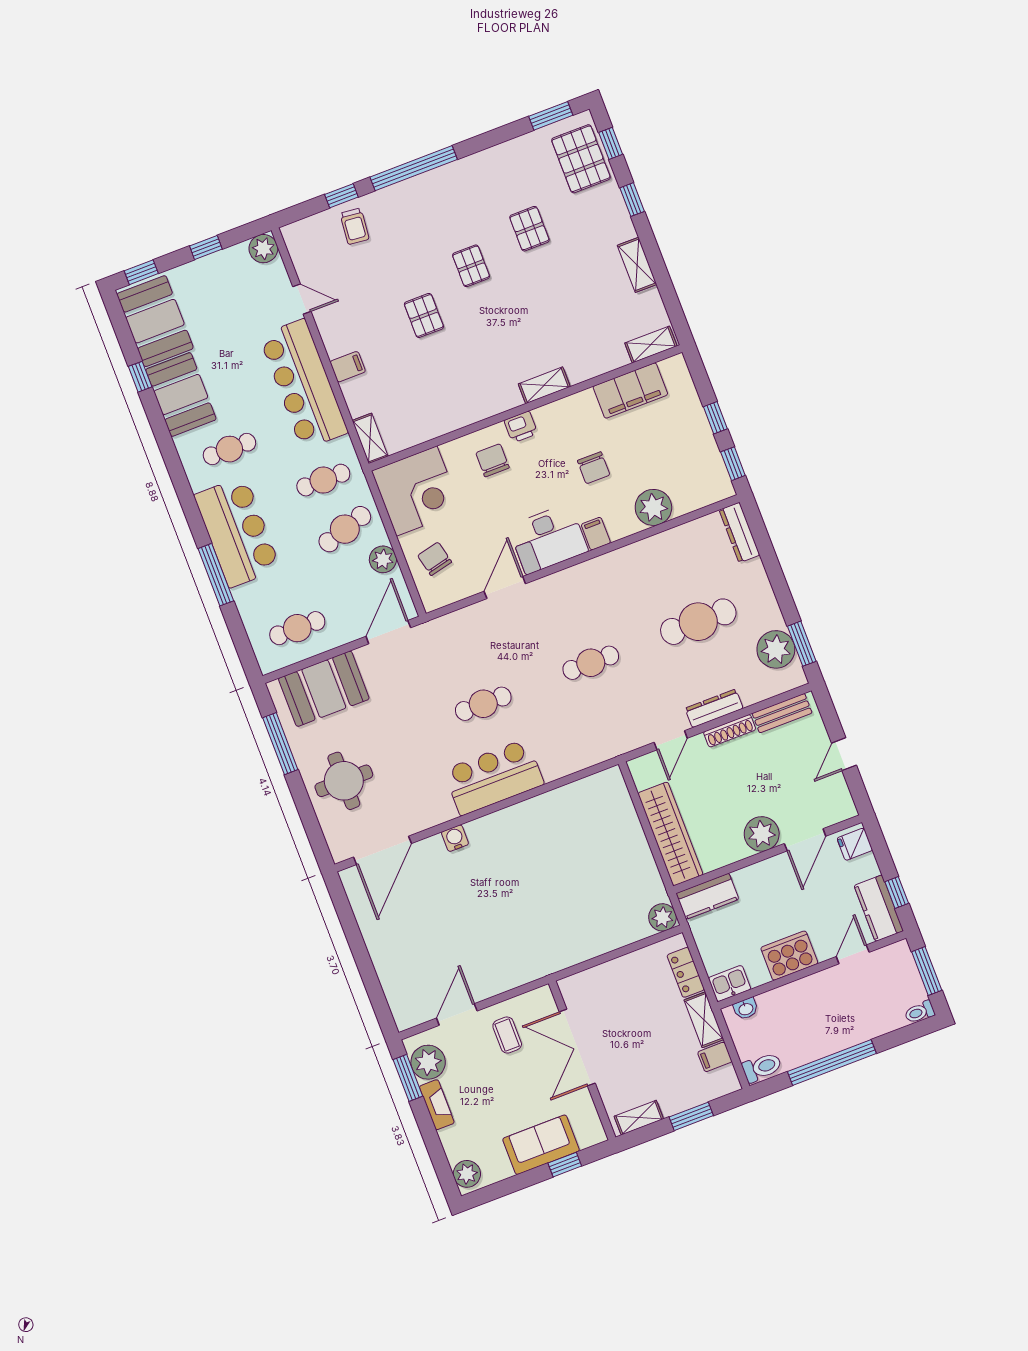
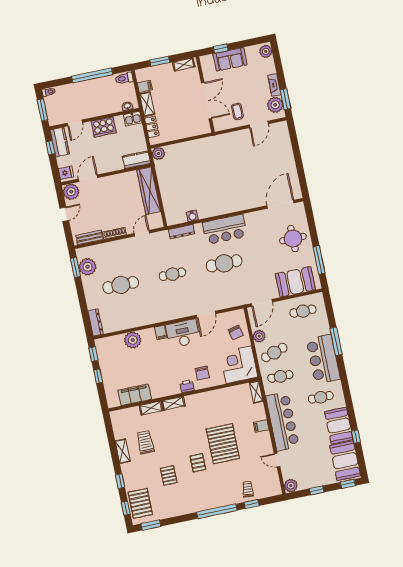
trolley: (591, 292) -> (145, 442), added
pallet: (424, 315) -> (223, 444), width x2.05, depth x2.00
shelving: (651, 344) -> (151, 408), moved
chair: (594, 468) -> (157, 362), removed
cafe table: (483, 704) -> (224, 263), width x1.37, depth x1.35
dresser: (714, 708) -> (182, 232), moved
plant: (762, 834) -> (71, 192), moved
water cooler: (455, 838) -> (192, 216), moved

